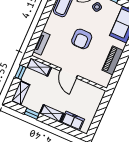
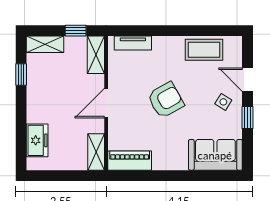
armchair: (82, 39) -> (166, 100), turned 151
piano: (113, 60) -> (130, 161), moved
shelving: (52, 113) -> (96, 152), moved

